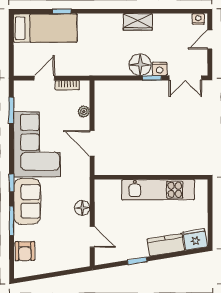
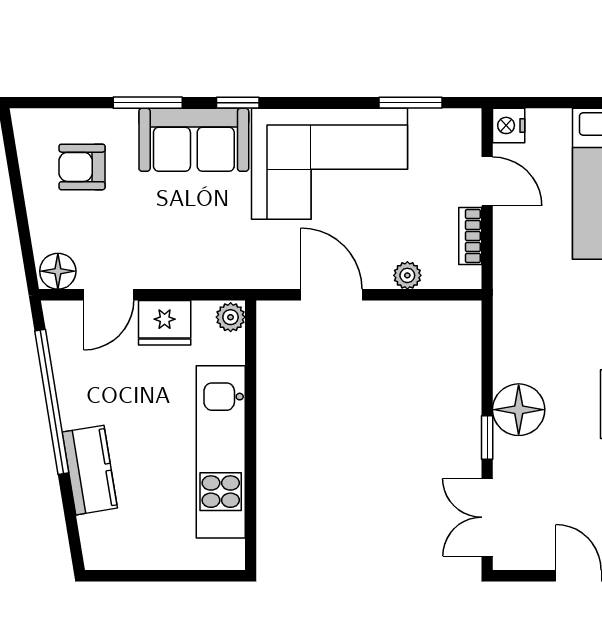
nightstand: (160, 69) -> (509, 125), moved
door: (92, 143) -> (331, 295), hinge flipped
plant: (102, 186) -> (231, 317), added
floor lamp: (82, 208) -> (58, 271), moved
fridge: (195, 239) -> (165, 323), moved, turned 99
armchair: (25, 251) -> (82, 167), moved
window: (137, 261) -> (52, 402), width x3.17

